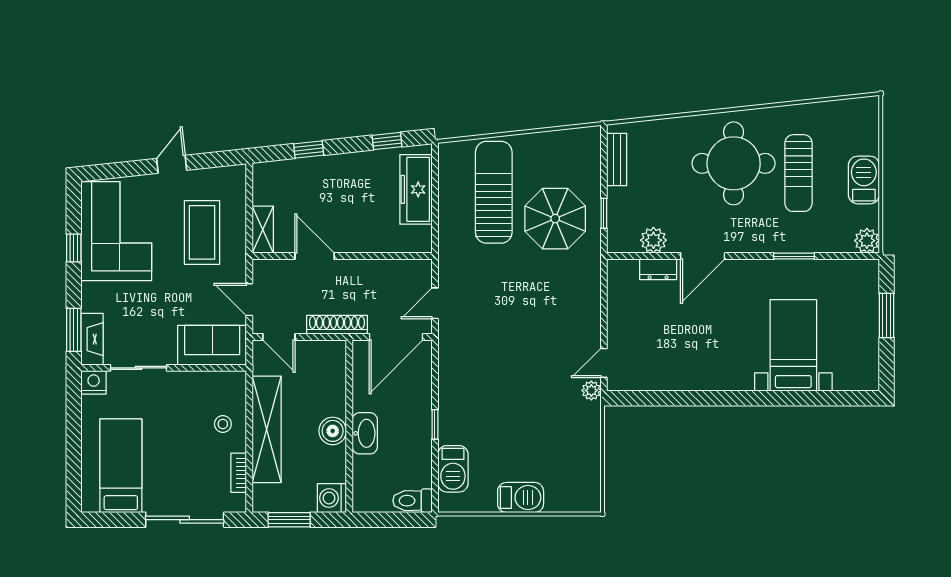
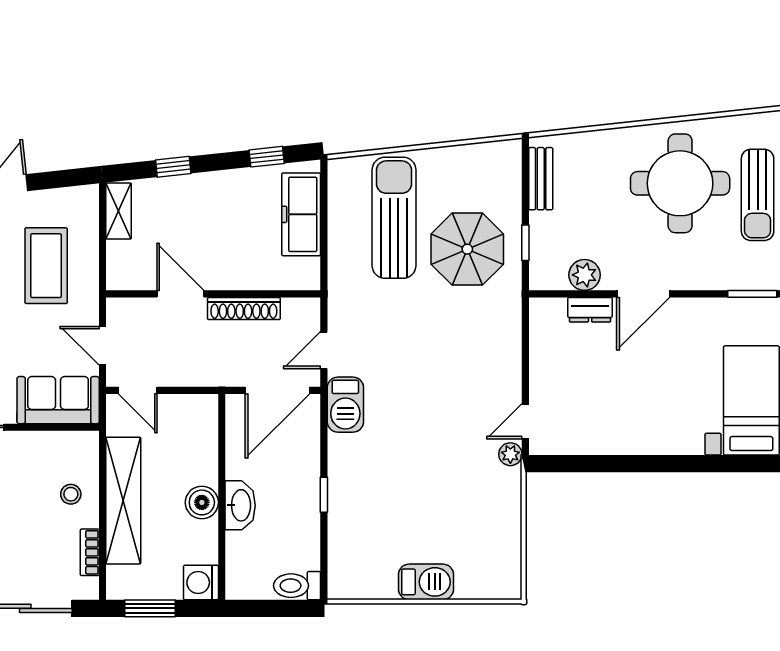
shelving: (263, 230) -> (119, 211), moved
shoe rack: (337, 325) -> (244, 308), moved, turned 180
barbecue: (453, 469) -> (345, 405), moved

